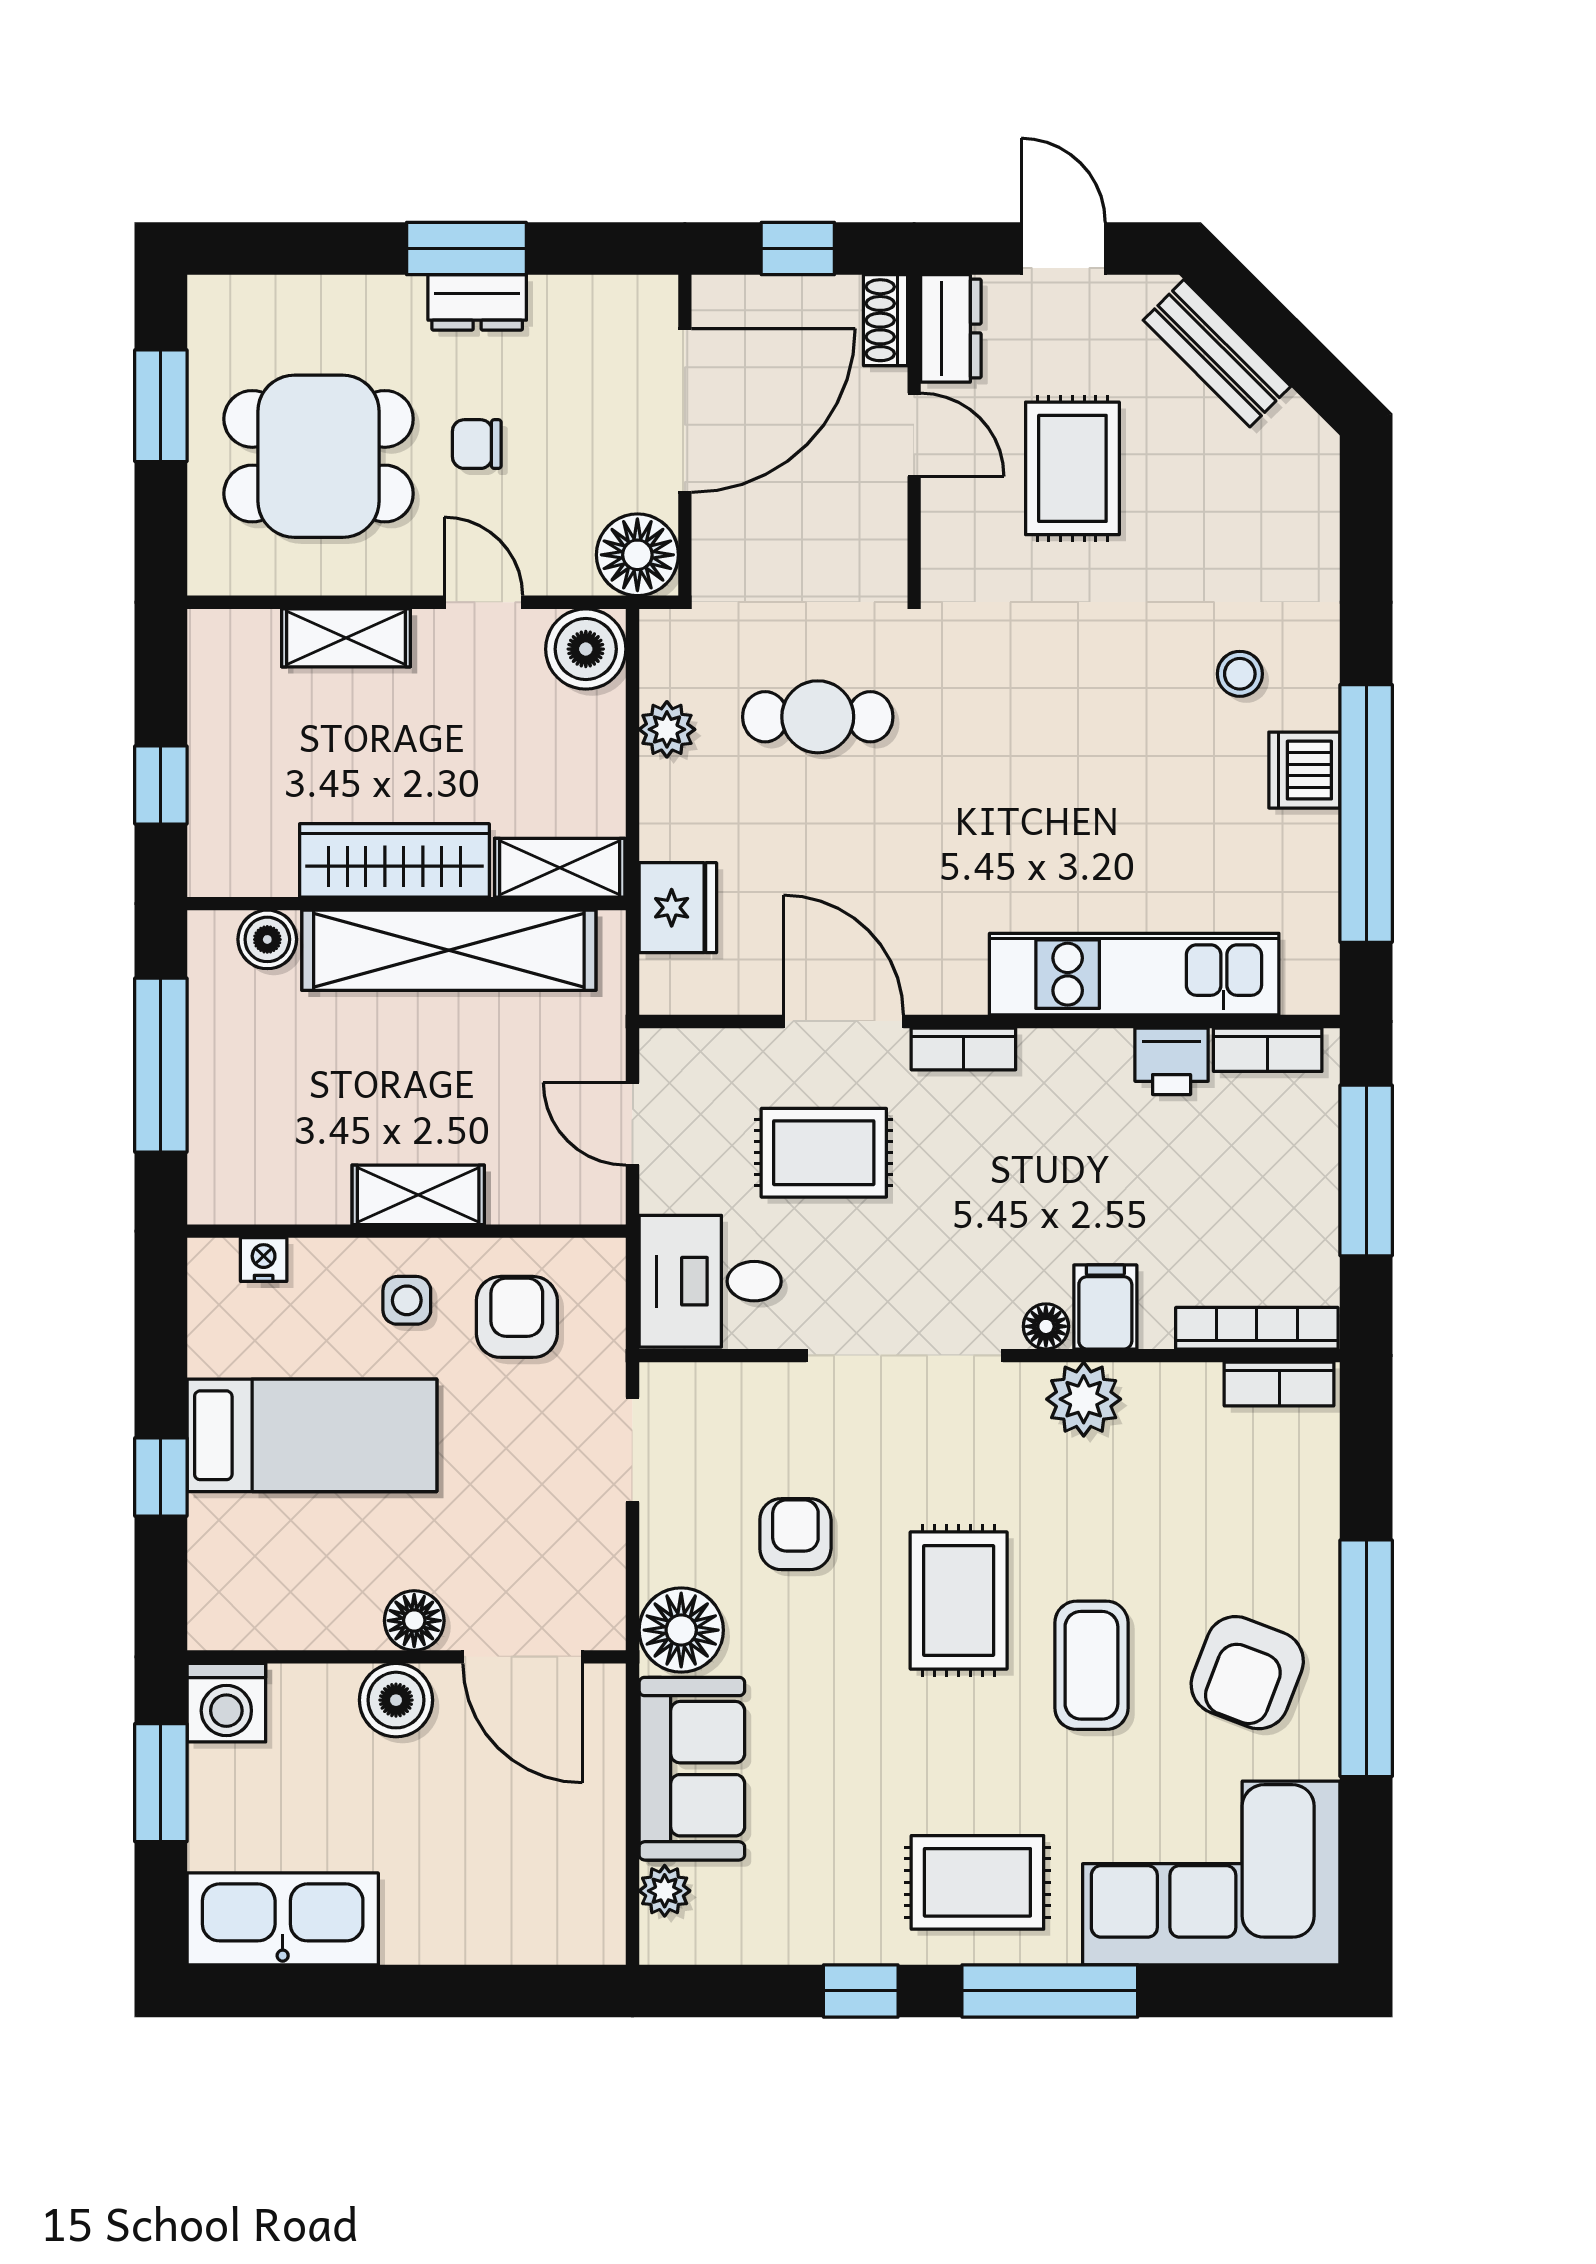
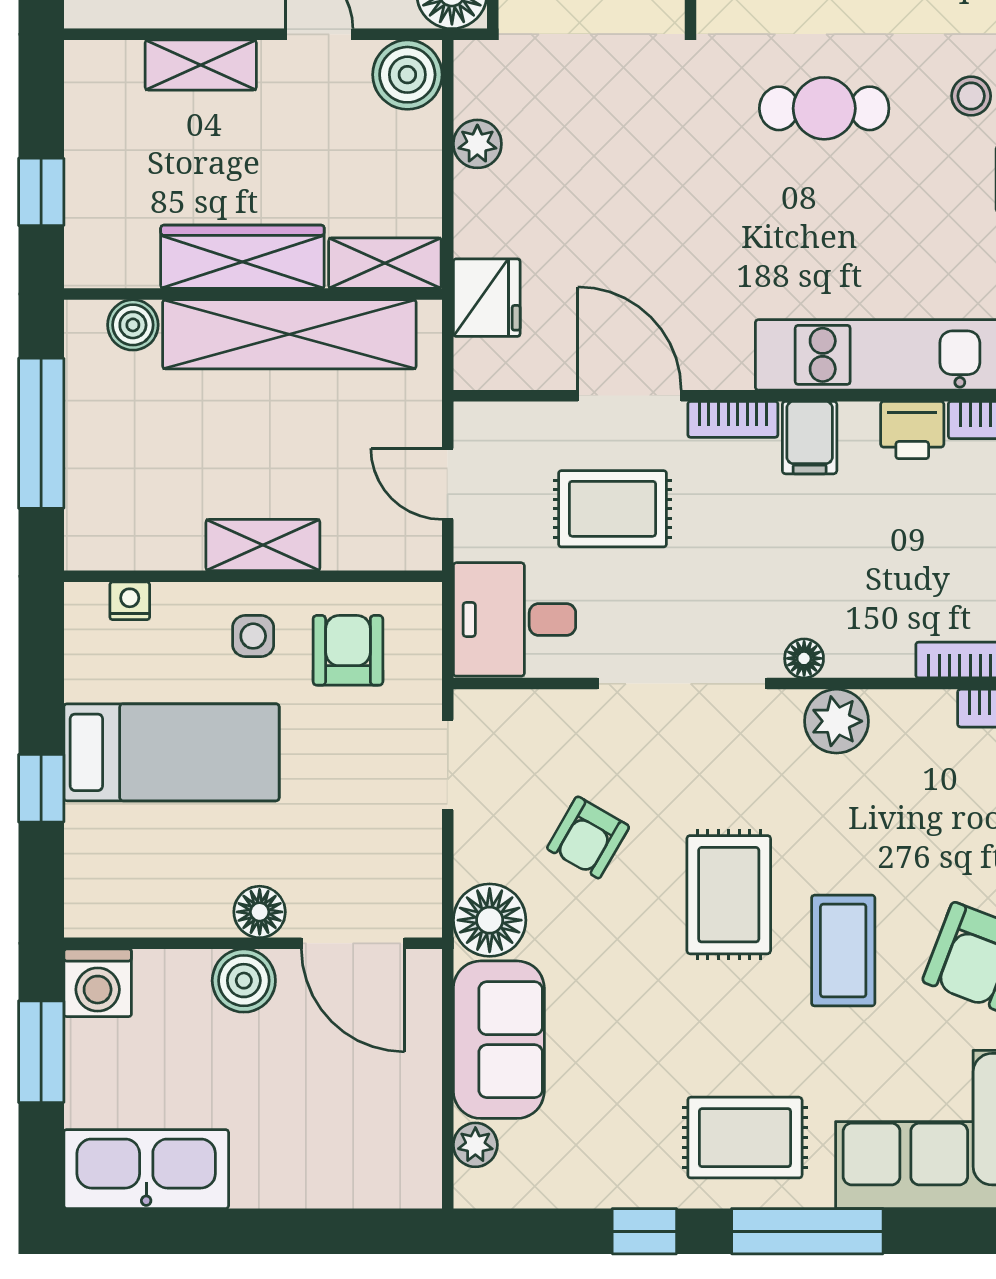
cafe table: (818, 717) -> (824, 108), moved
filing cabinet: (1105, 1307) -> (810, 438), moved, turned 180
armchair: (795, 1534) -> (588, 837), turned -150

